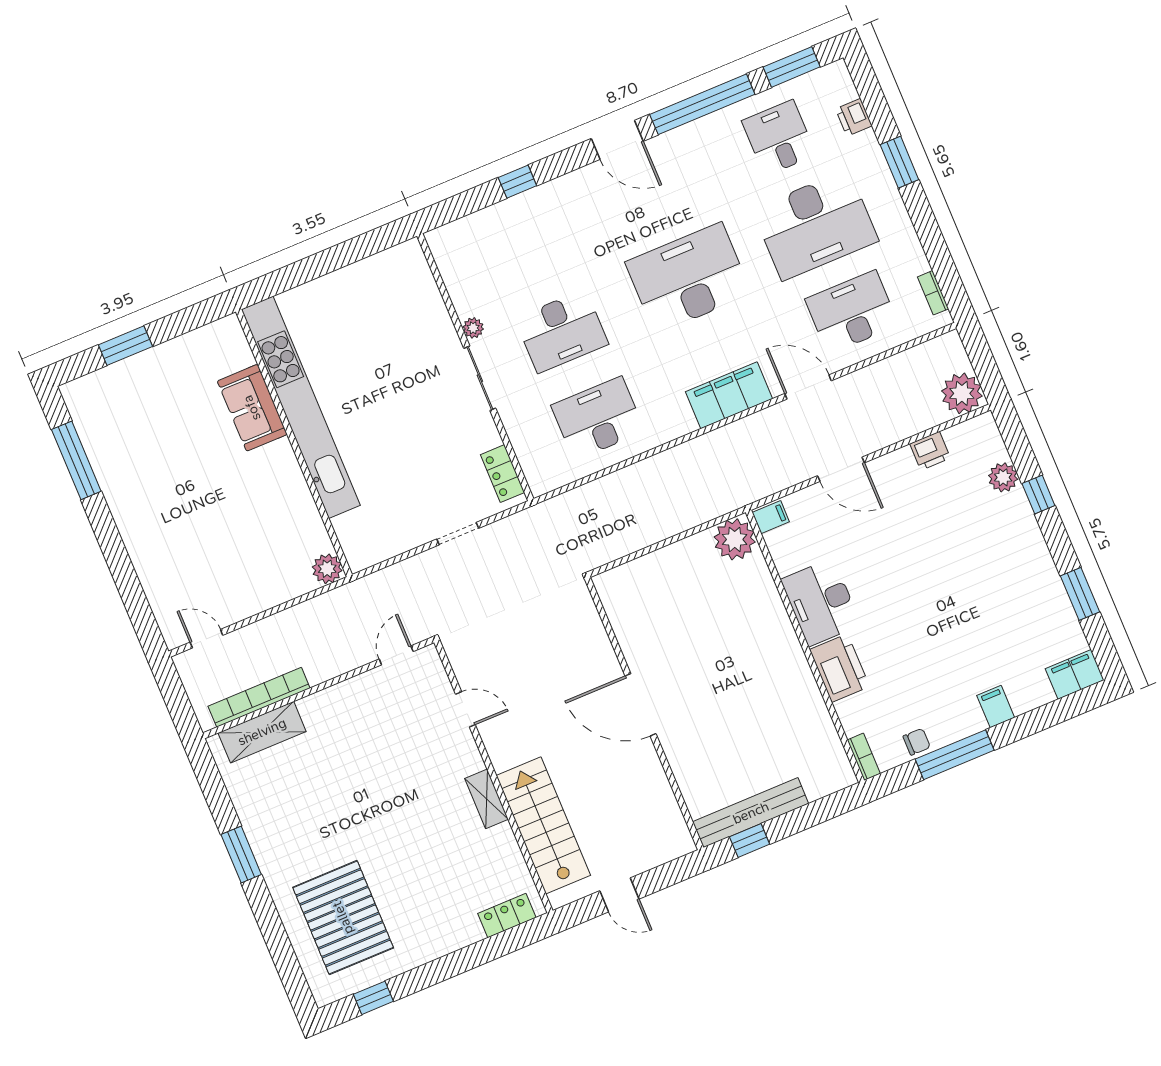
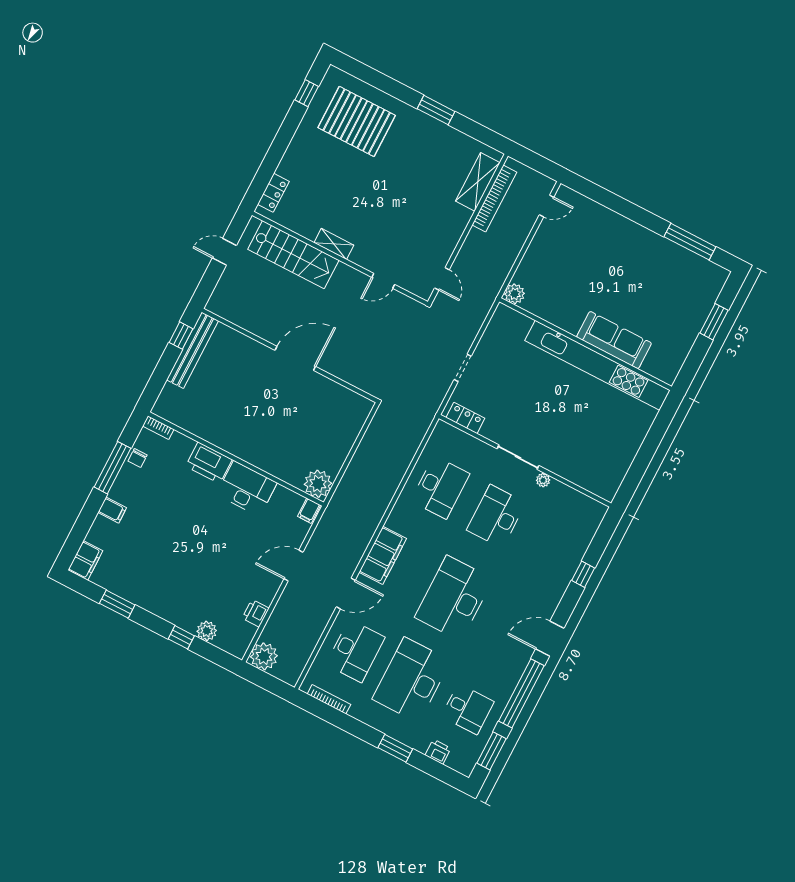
desk: (688, 278) -> (454, 598), turned 180
bookcase: (933, 293) -> (329, 699), width x1.56
sofa: (252, 408) -> (614, 340), width x1.36

